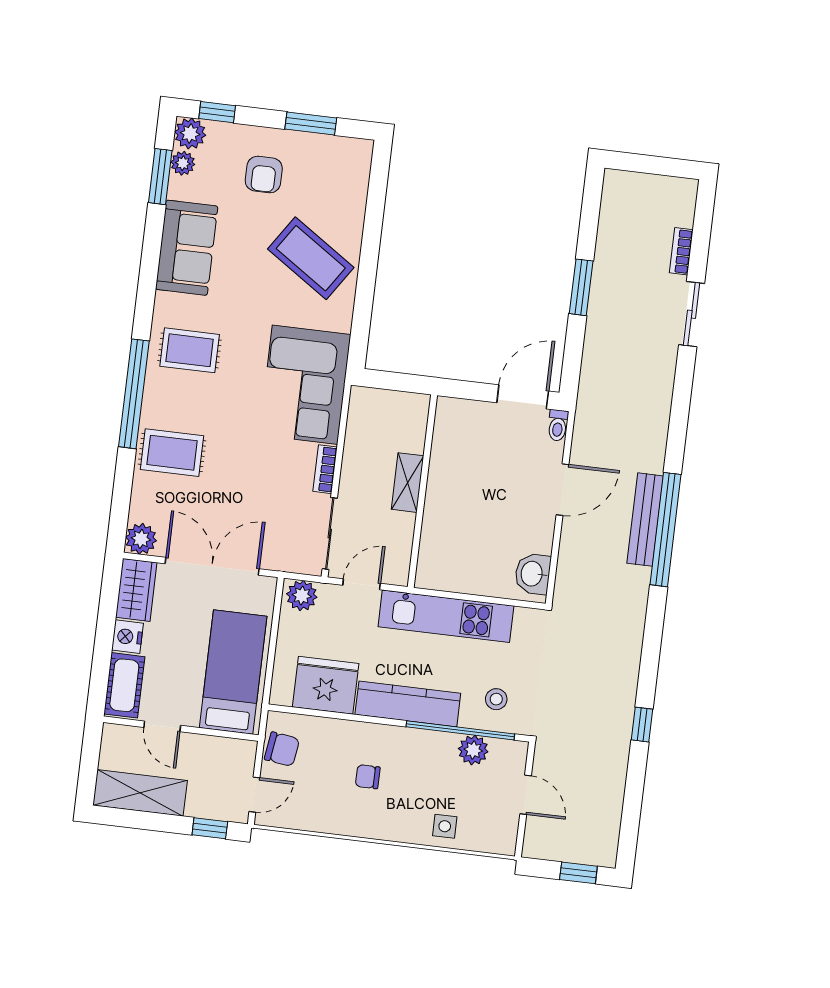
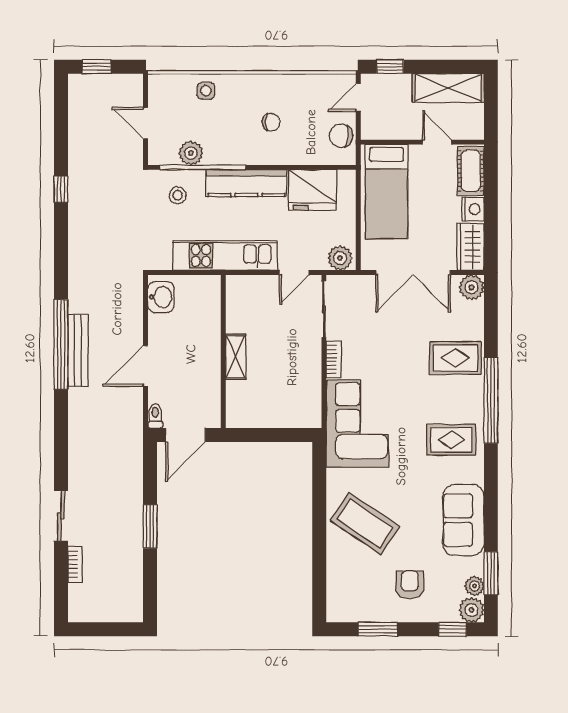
shelving: (408, 483) -> (236, 357), moved
wall: (422, 491) -> (223, 351), moved

